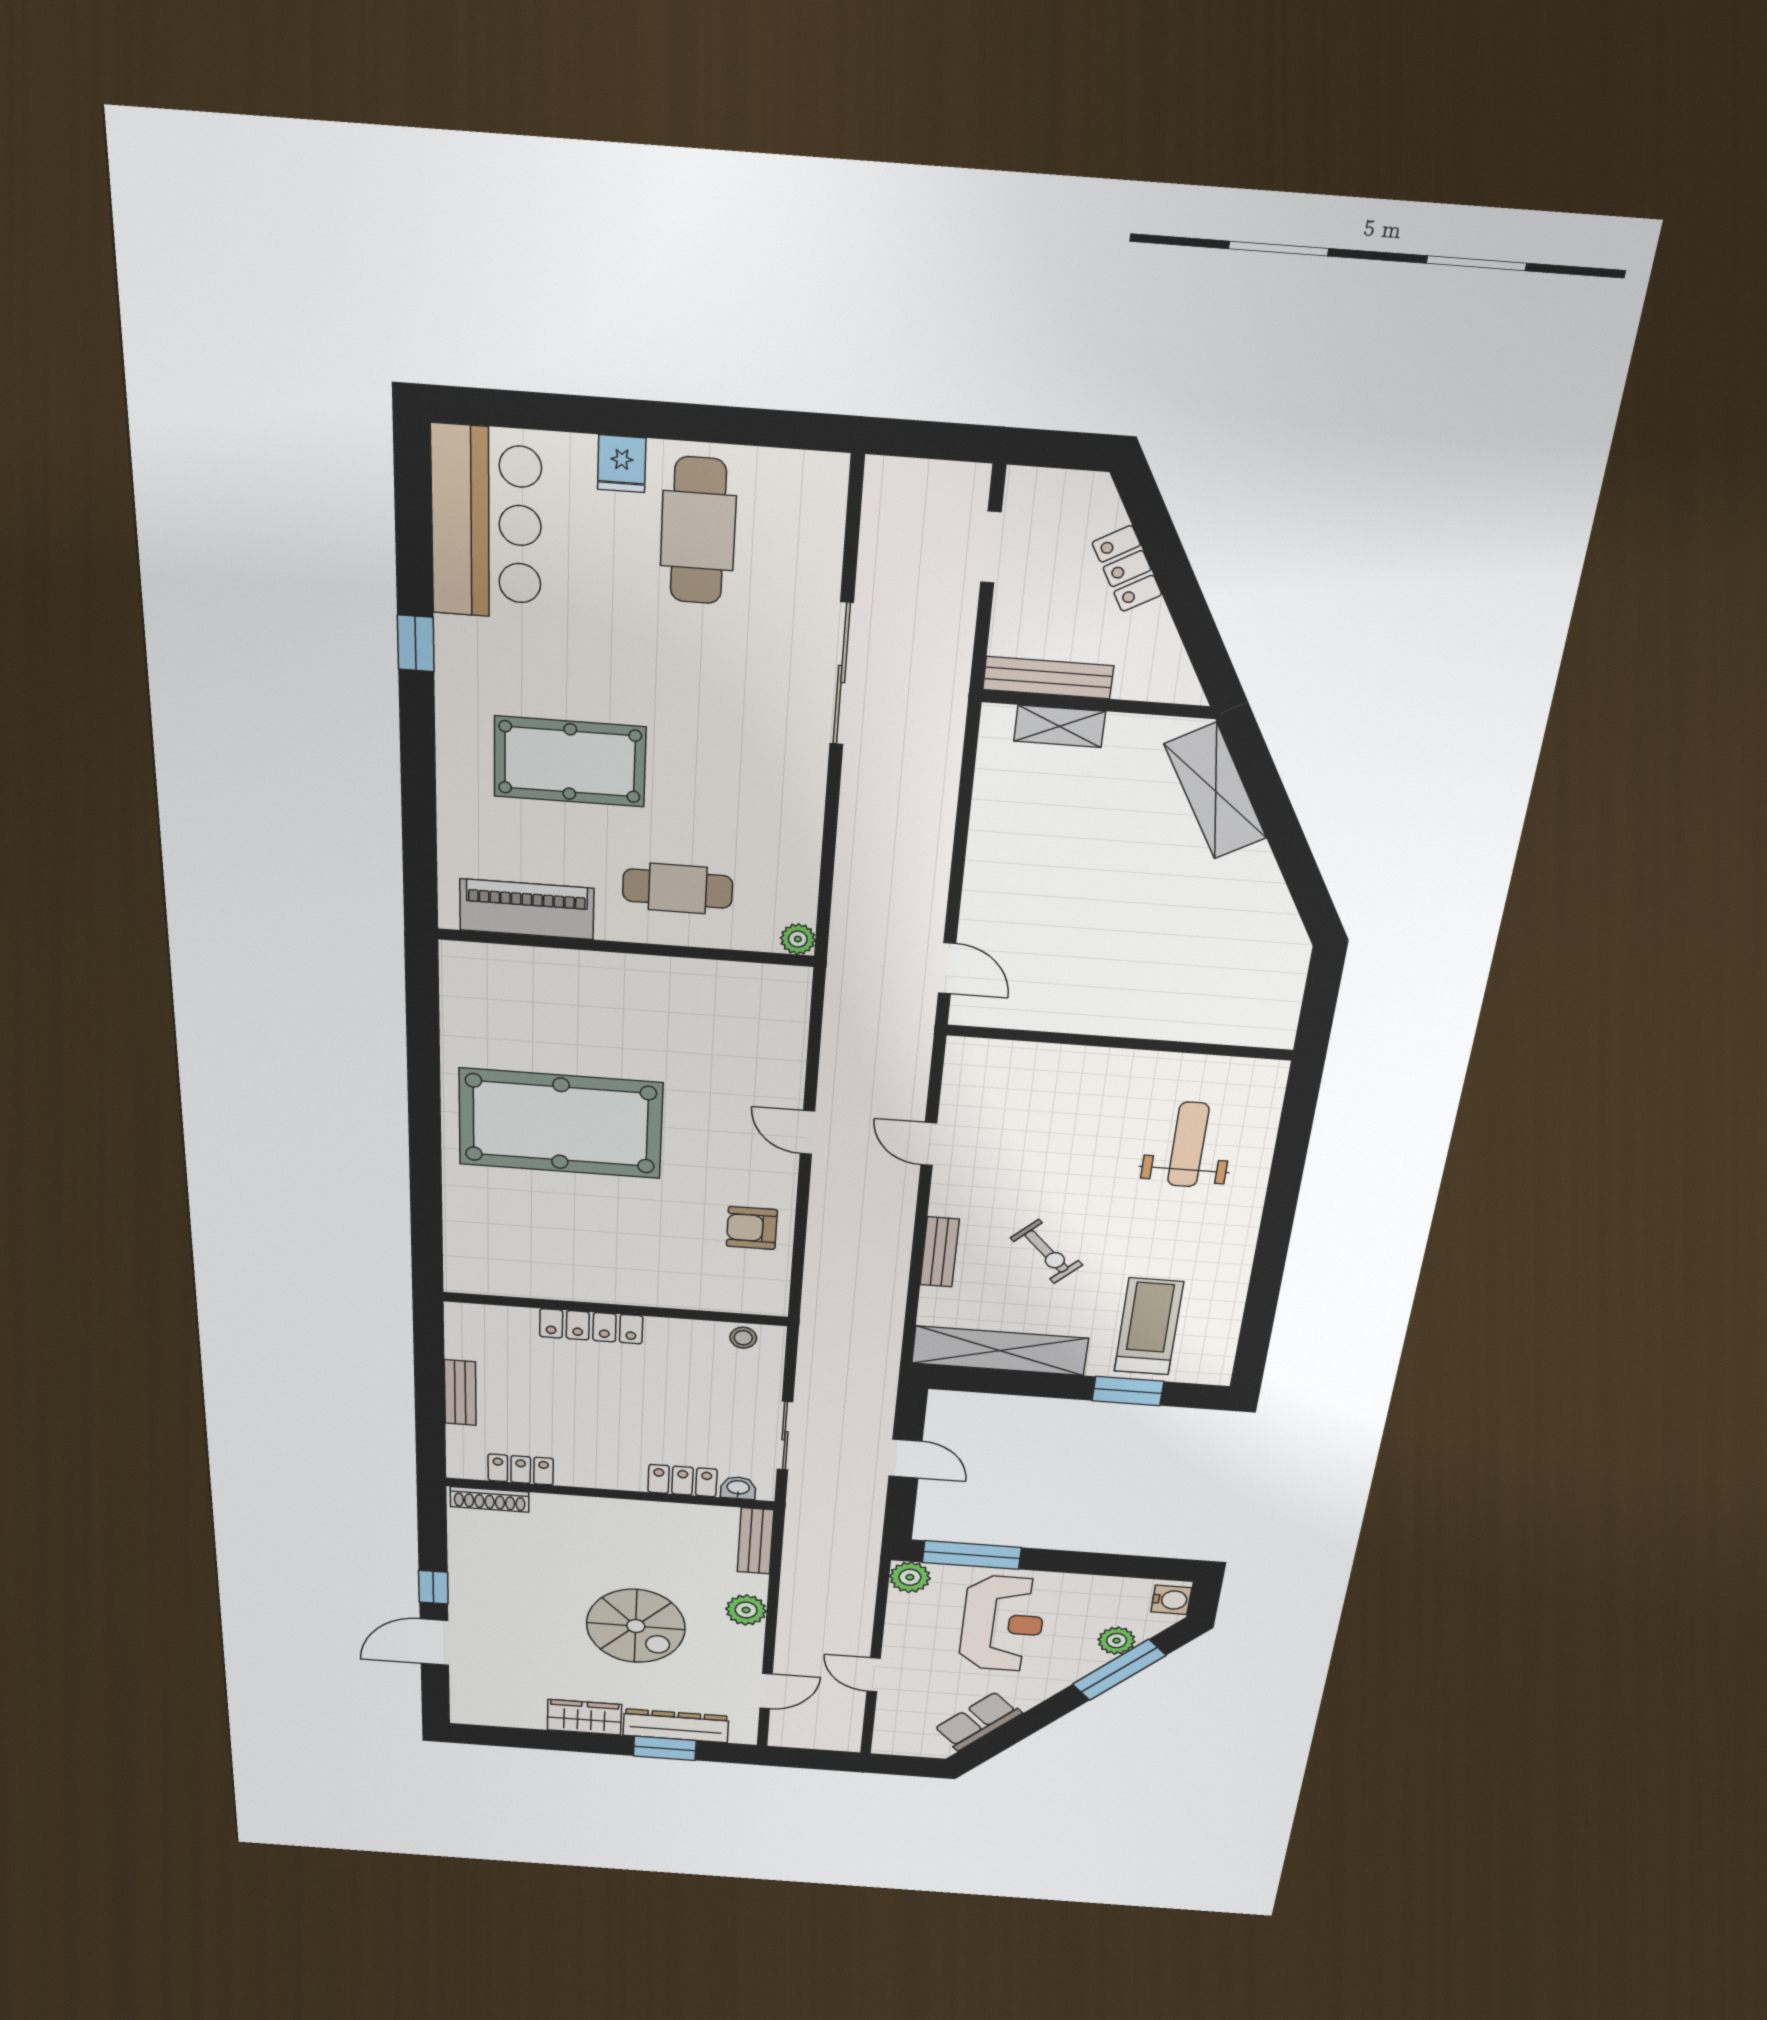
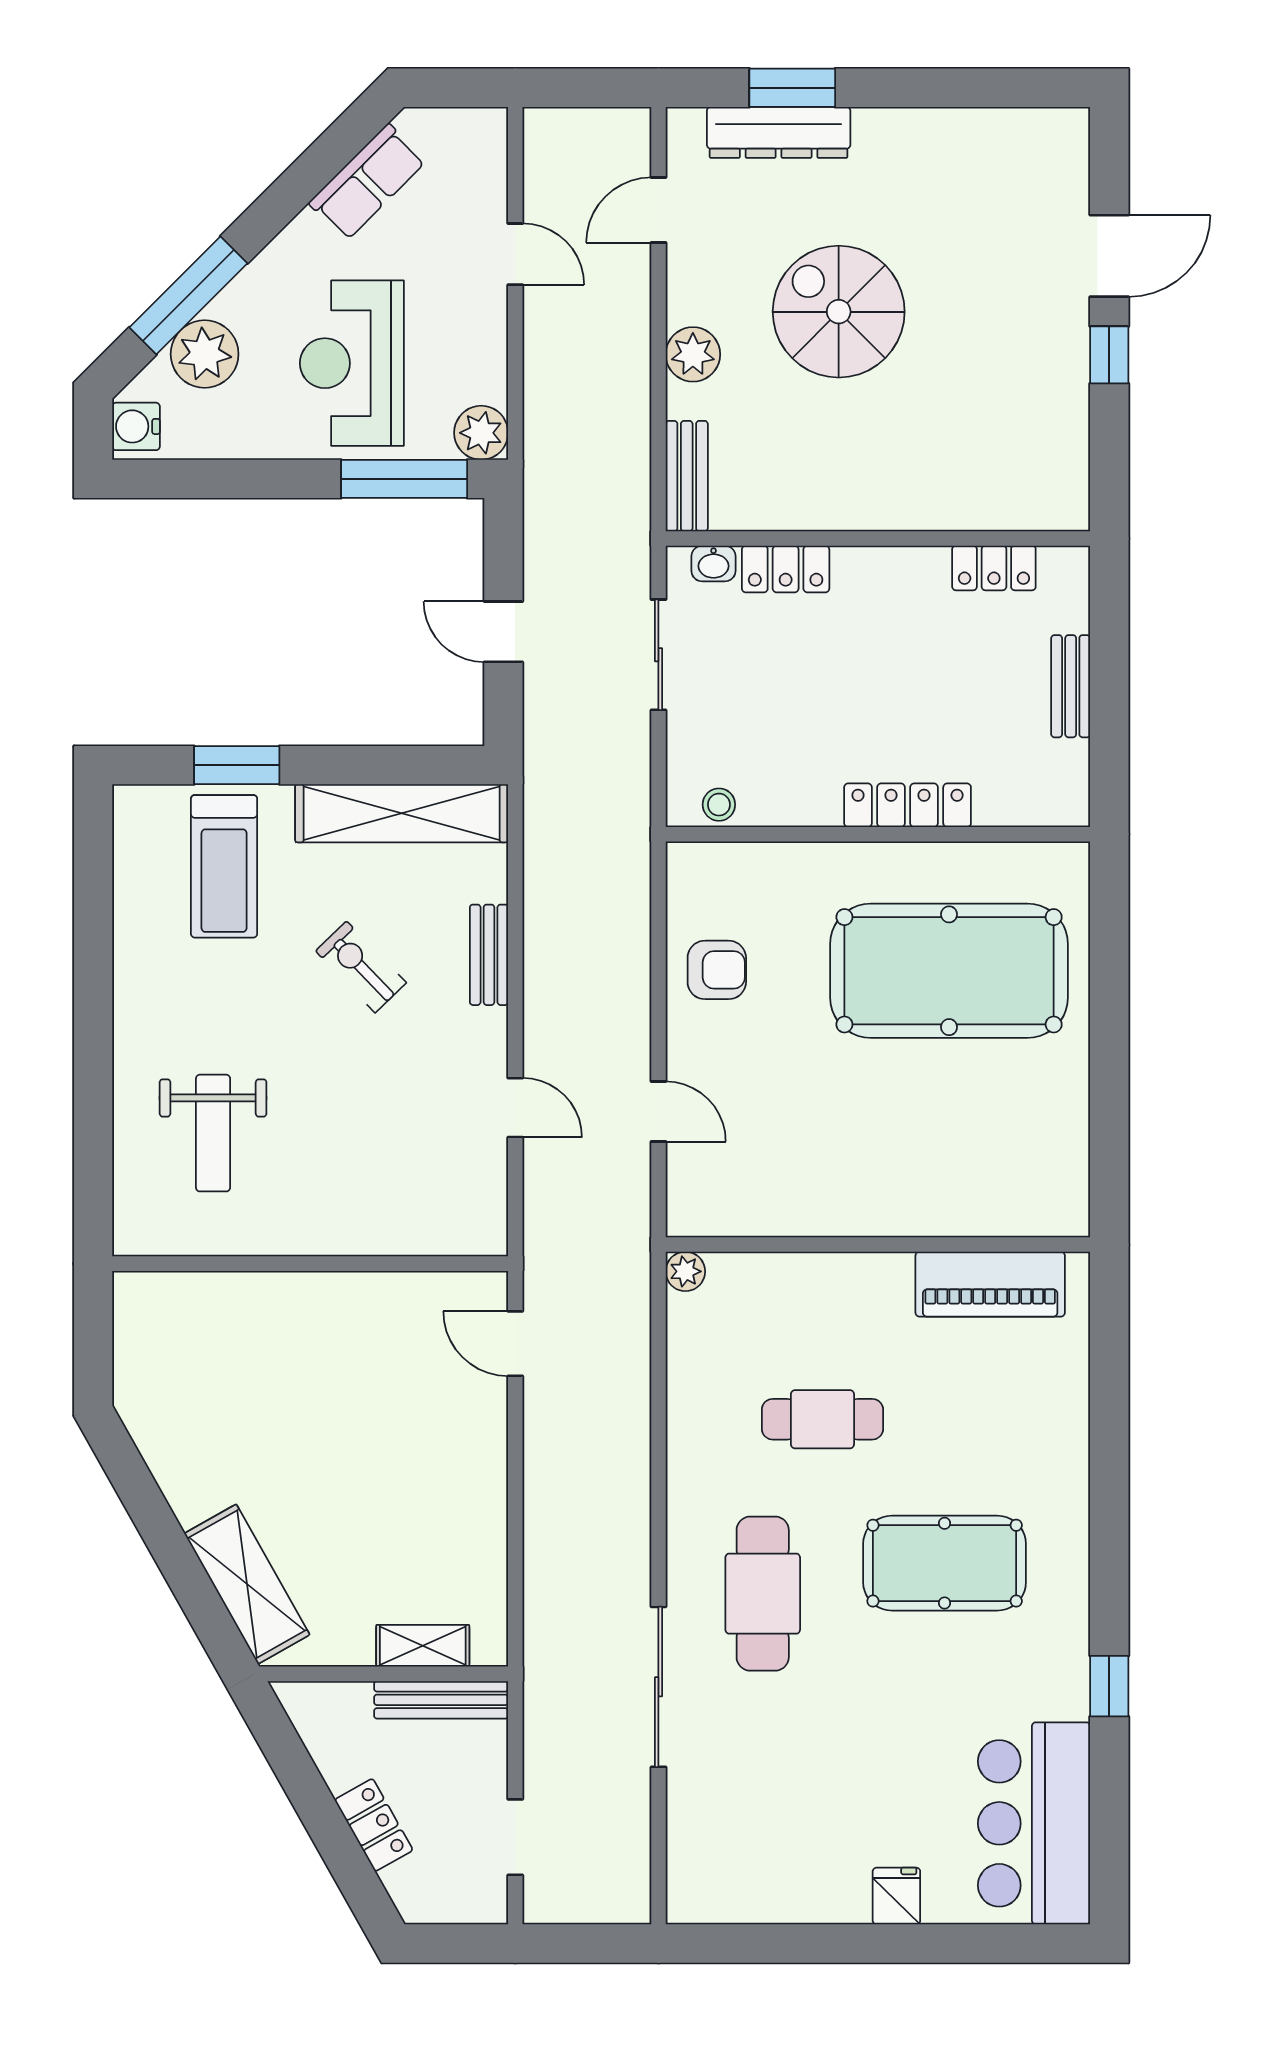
cafe table: (698, 531) -> (763, 1594), moved
piano: (527, 909) -> (990, 1284), moved
plant: (798, 939) -> (685, 1271), moved
wall: (626, 948) -> (878, 1245), moved
pool table: (560, 1124) -> (949, 971), moved
shoe rack: (490, 1499) -> (1034, 514), removed
plant: (1117, 1641) -> (205, 354), width x1.36, depth x1.36
wardrobe: (584, 1717) -> (905, 136), removed

